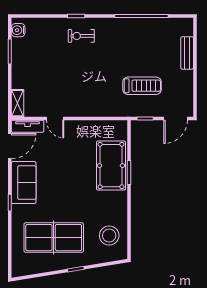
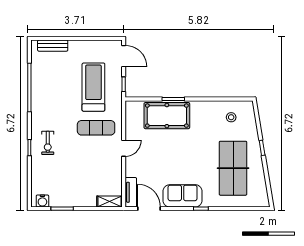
bench: (187, 53) -> (53, 46), moved
treadmill: (142, 86) -> (93, 87), width x1.37, depth x1.38
exercise mat: (98, 89) -> (96, 128), added
door: (55, 118) -> (124, 148), moved
stool: (109, 236) -> (231, 117), width x0.53, depth x0.53

